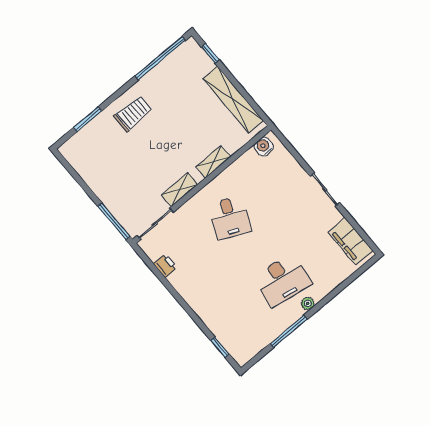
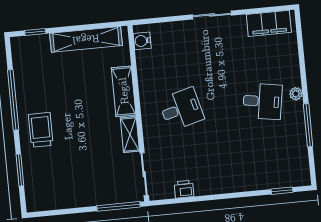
window: (160, 58) -> (13, 100), moved
shelving: (213, 162) -> (124, 91), width x1.50, depth x1.33
desk: (230, 218) -> (181, 109), turned -39
desk: (282, 280) -> (262, 101), width x0.73

